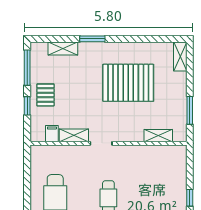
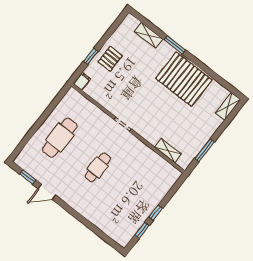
window: (27, 68) -> (112, 29), removed
pallet: (128, 83) -> (184, 79), moved
filing cabinet: (52, 134) -> (82, 81), moved
shelving: (74, 135) -> (108, 103), removed

